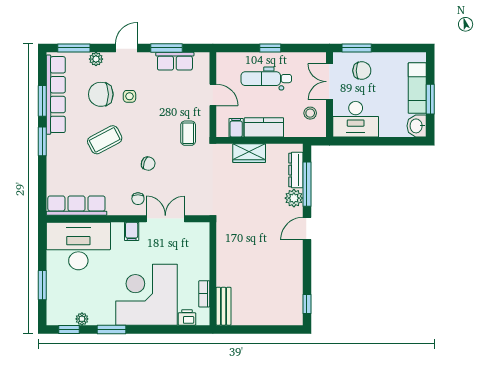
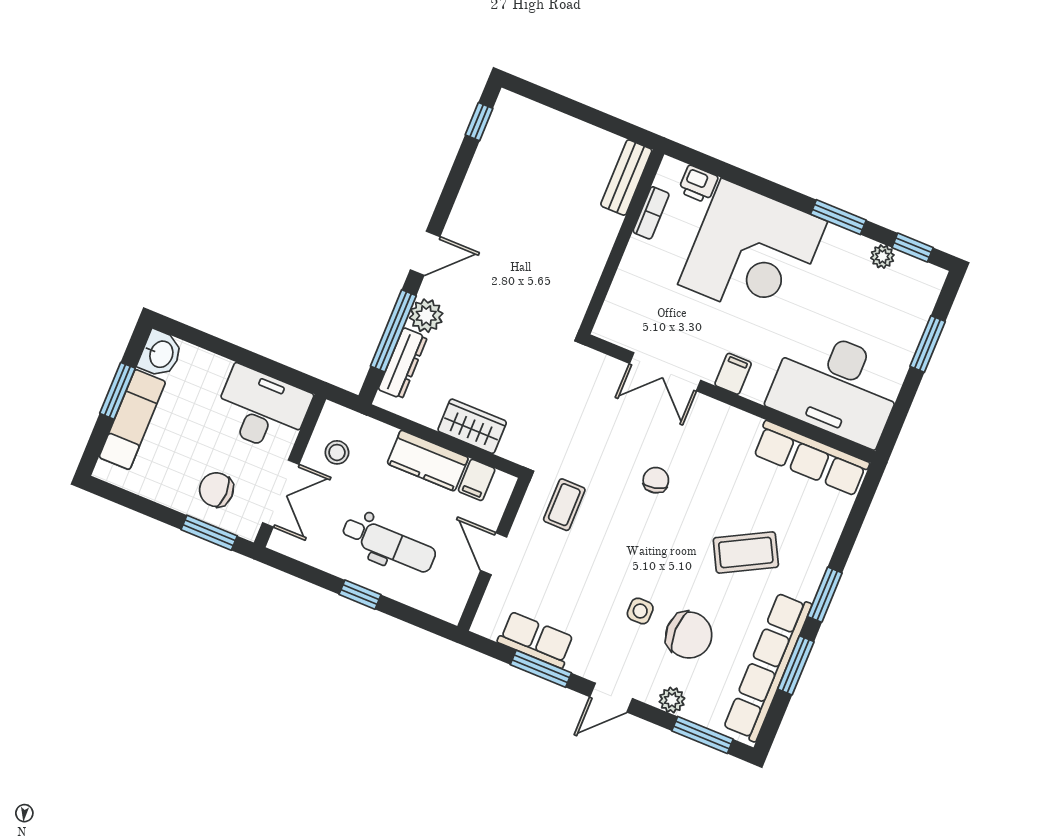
coffee table: (105, 140) -> (746, 552), moved
chair: (148, 164) -> (656, 480), turned 57
chair: (138, 199) -> (699, 426), removed

